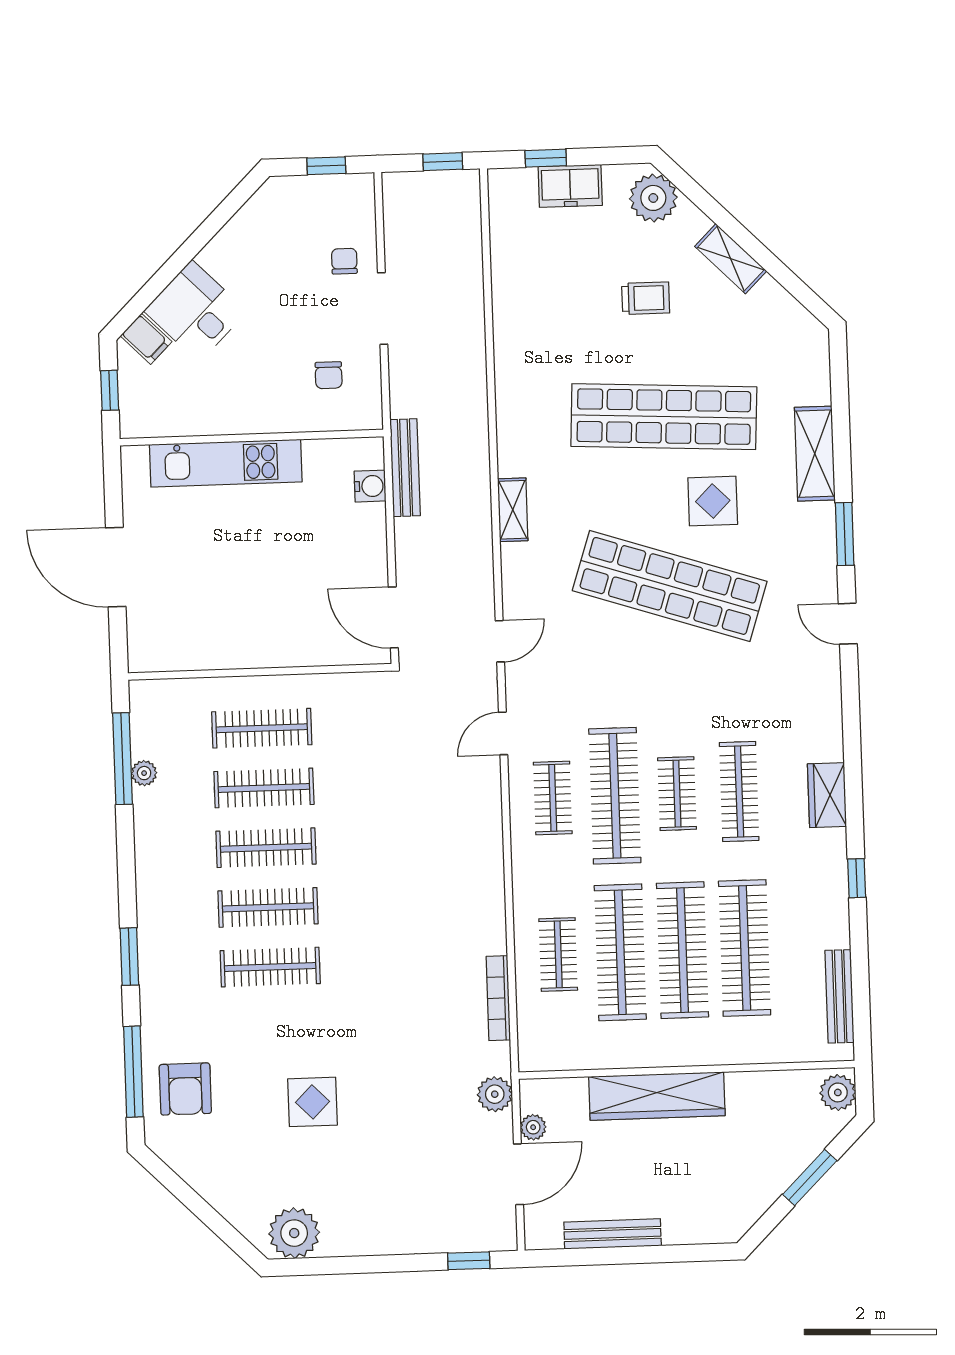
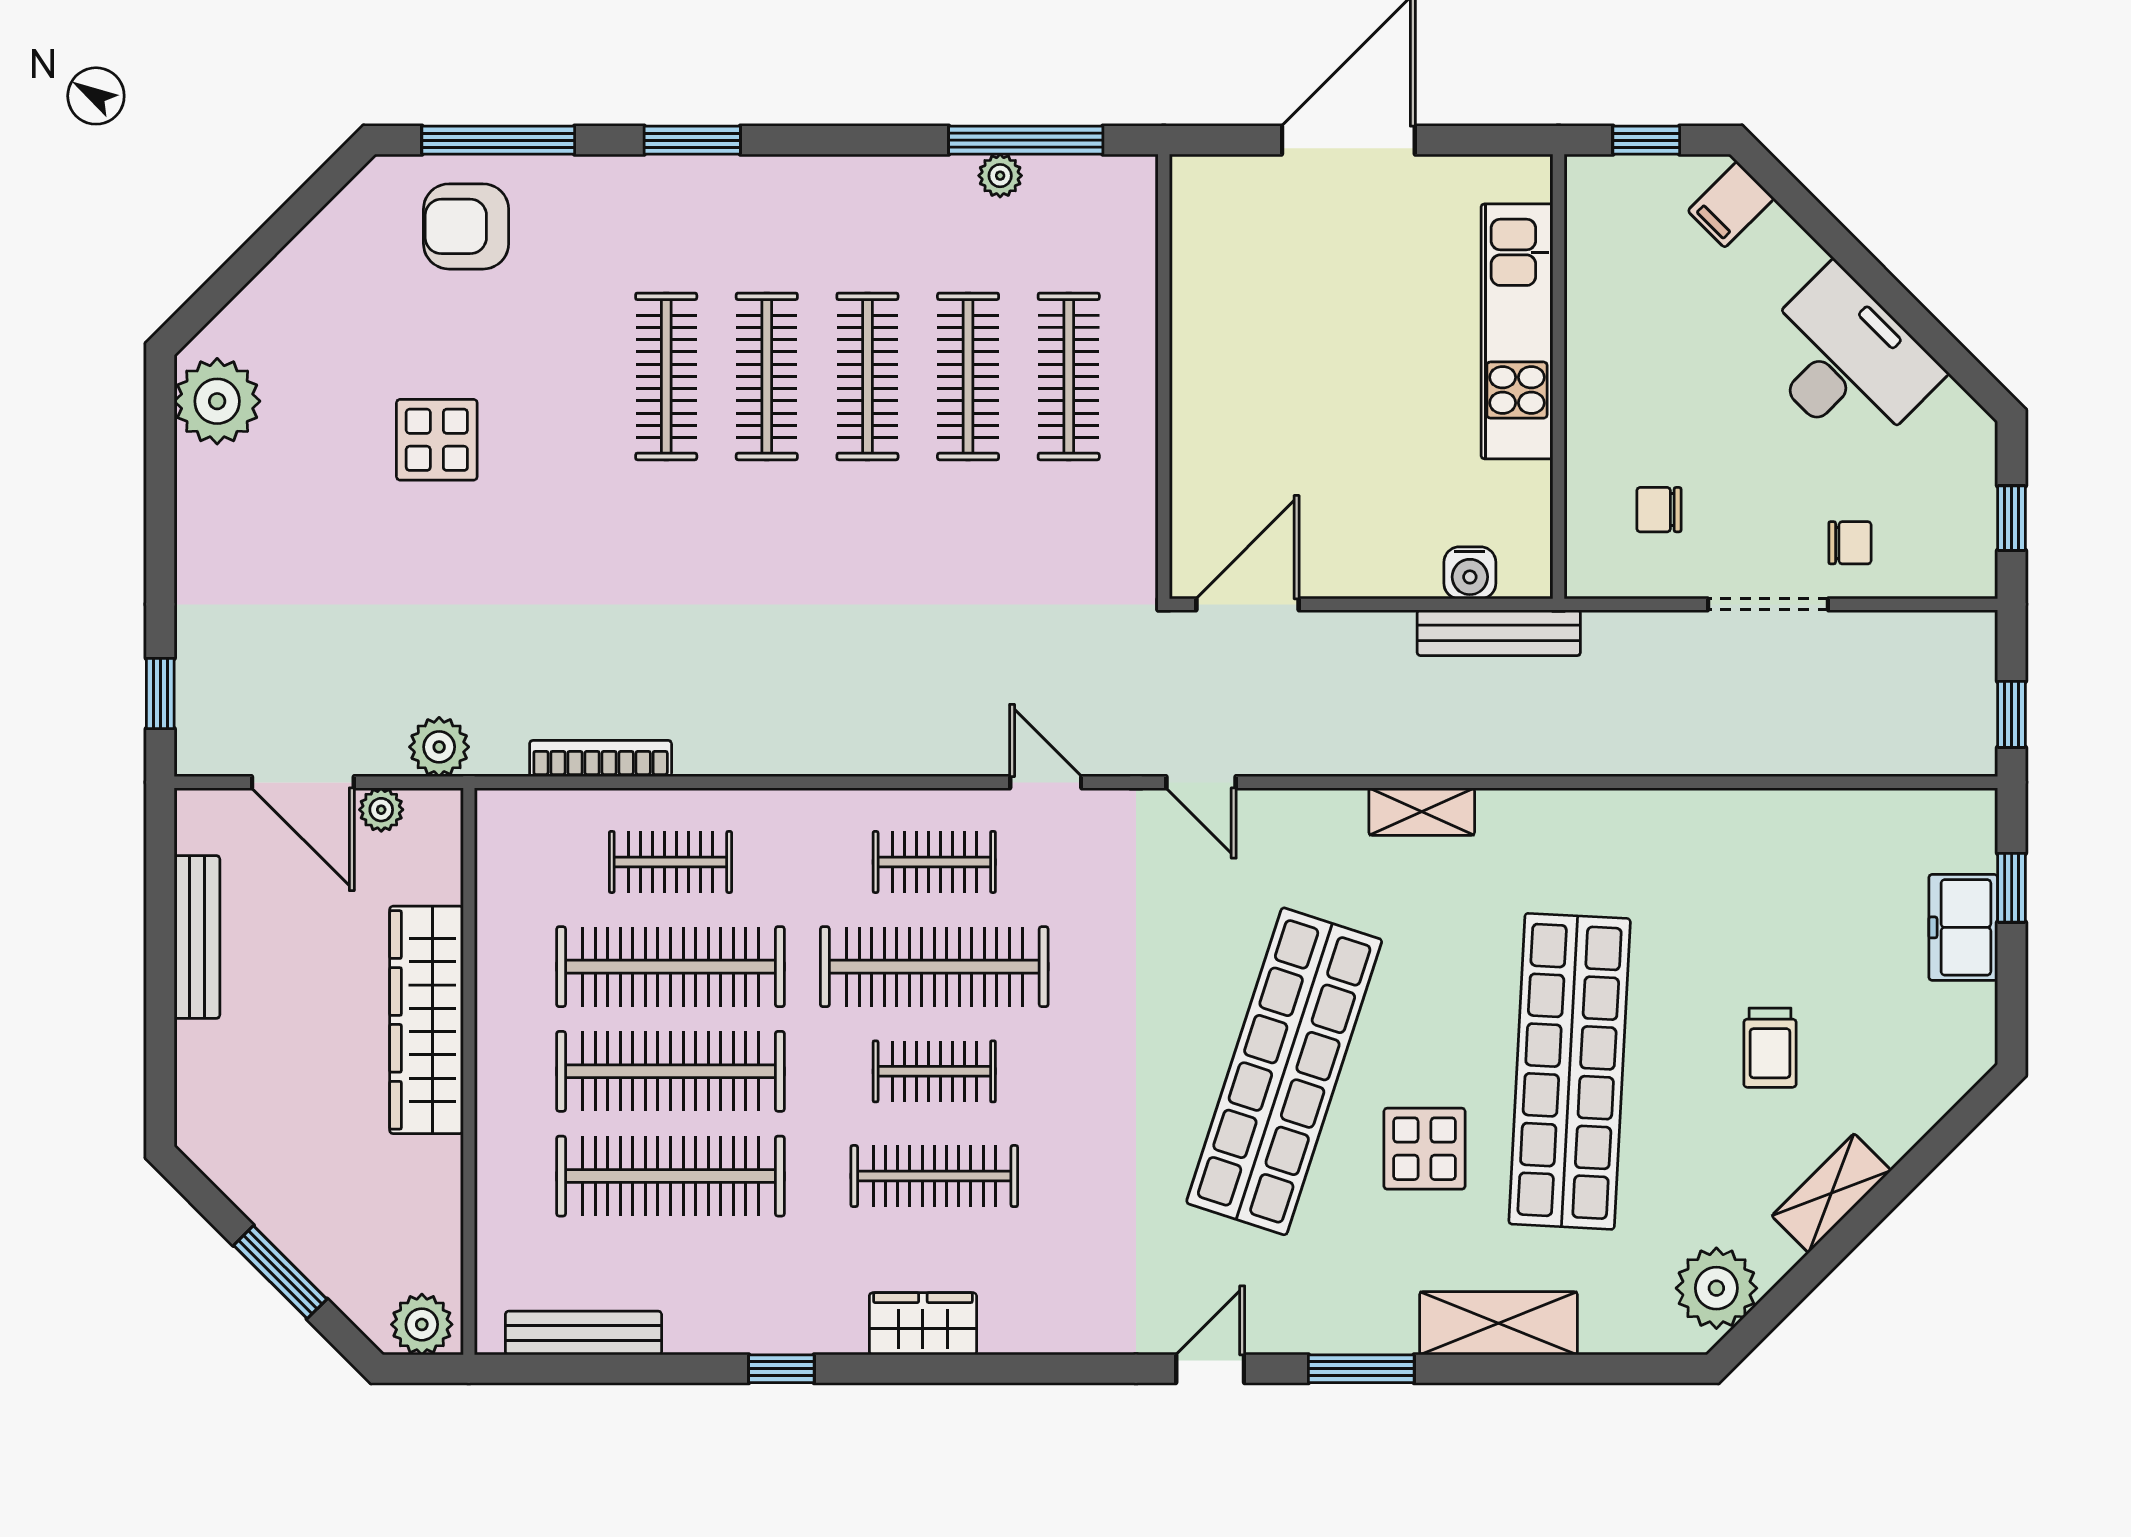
plant: (653, 198) -> (1716, 1288), moved
desk: (195, 311) -> (1846, 361), moved, width x1.37

